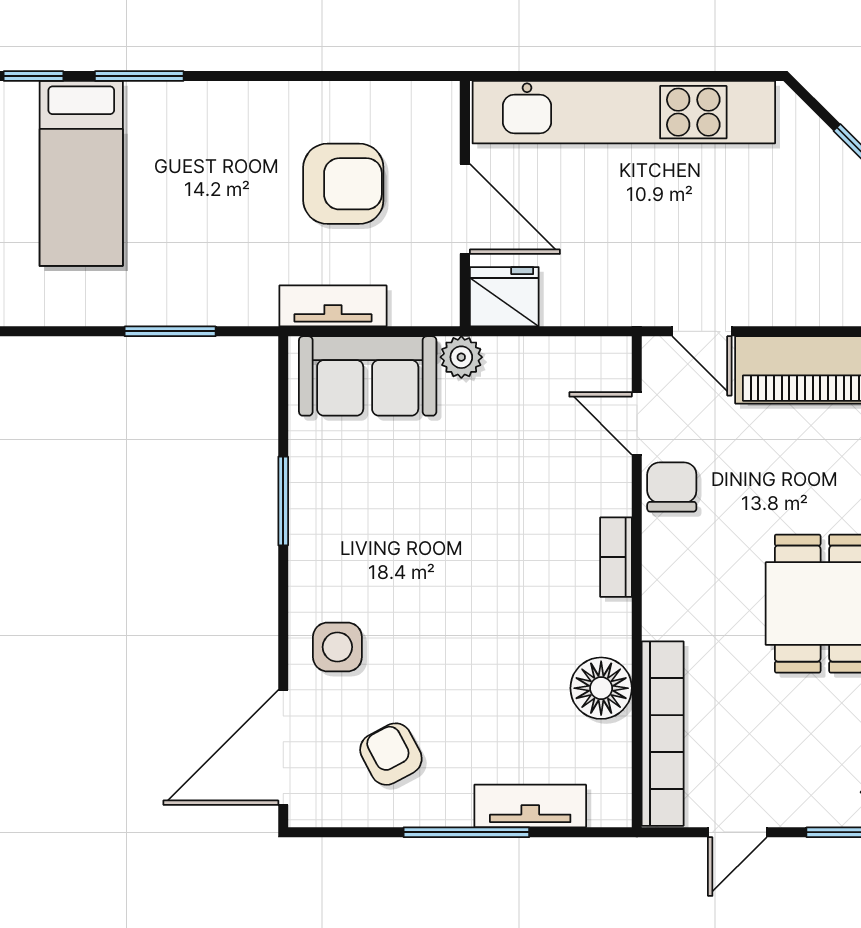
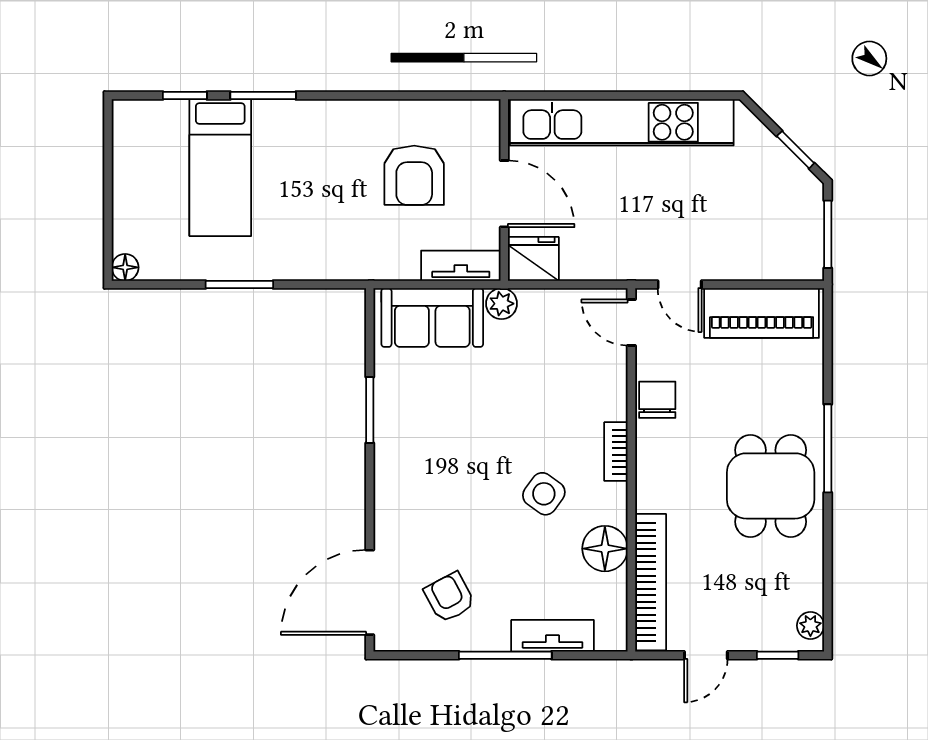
armchair: (343, 184) -> (414, 175), turned 90
tv unit: (333, 306) -> (461, 266), moved
window: (170, 331) -> (239, 284), moved
door: (637, 423) -> (631, 322), moved
side table: (337, 647) -> (544, 494), moved, turned 36

